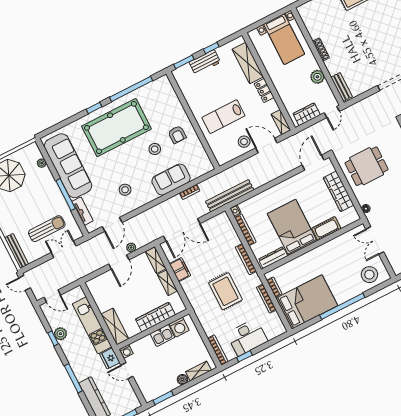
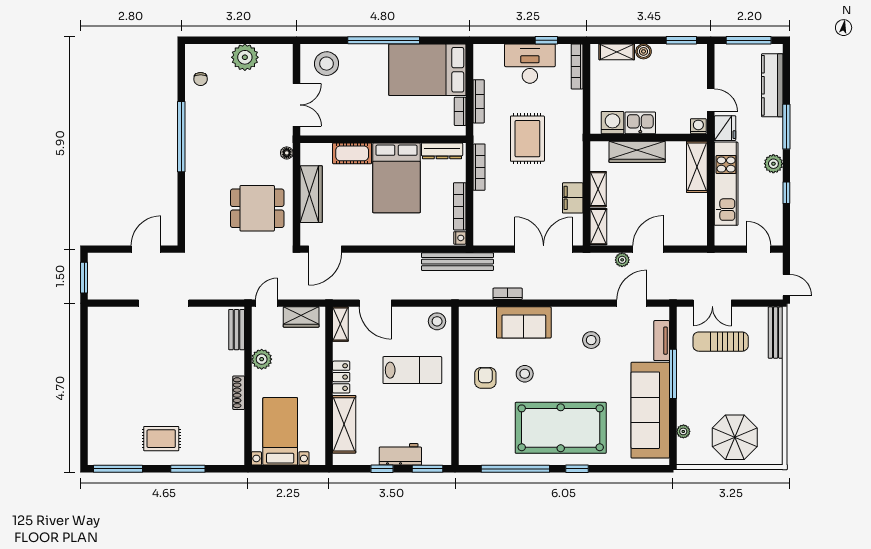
stool: (244, 142) -> (437, 321), moved
plant: (60, 334) -> (773, 164), moved

